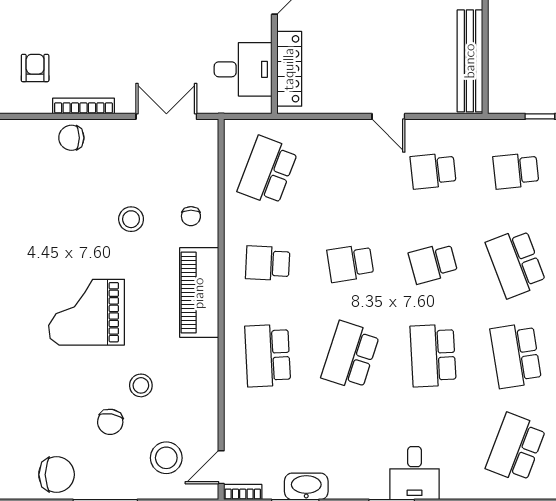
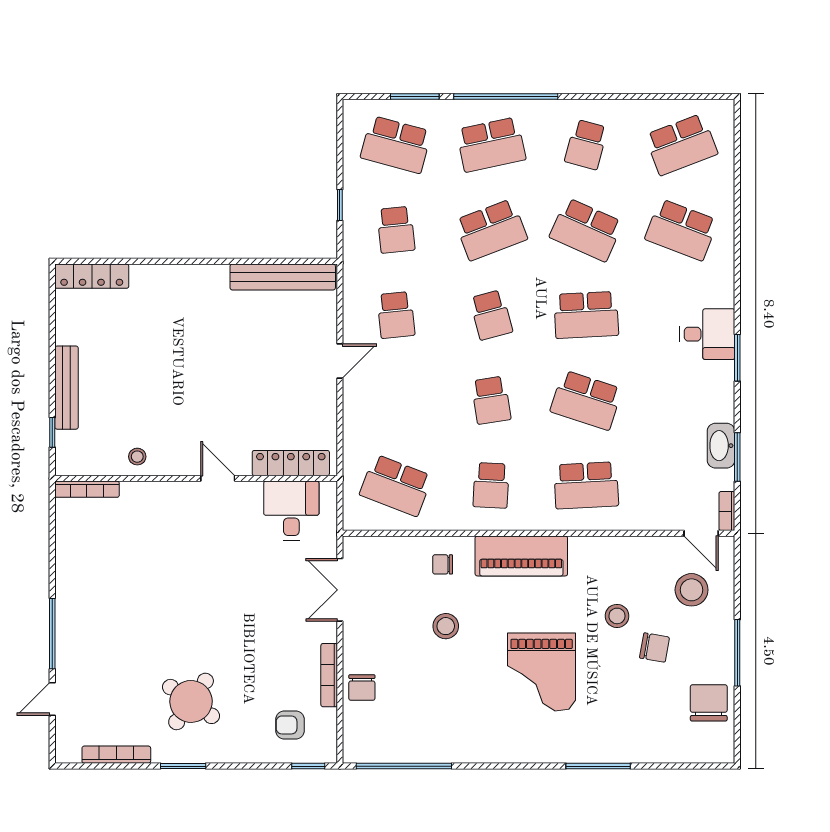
chair: (191, 216) -> (443, 564), turned 180
school desk: (516, 356) -> (586, 230), turned 33

